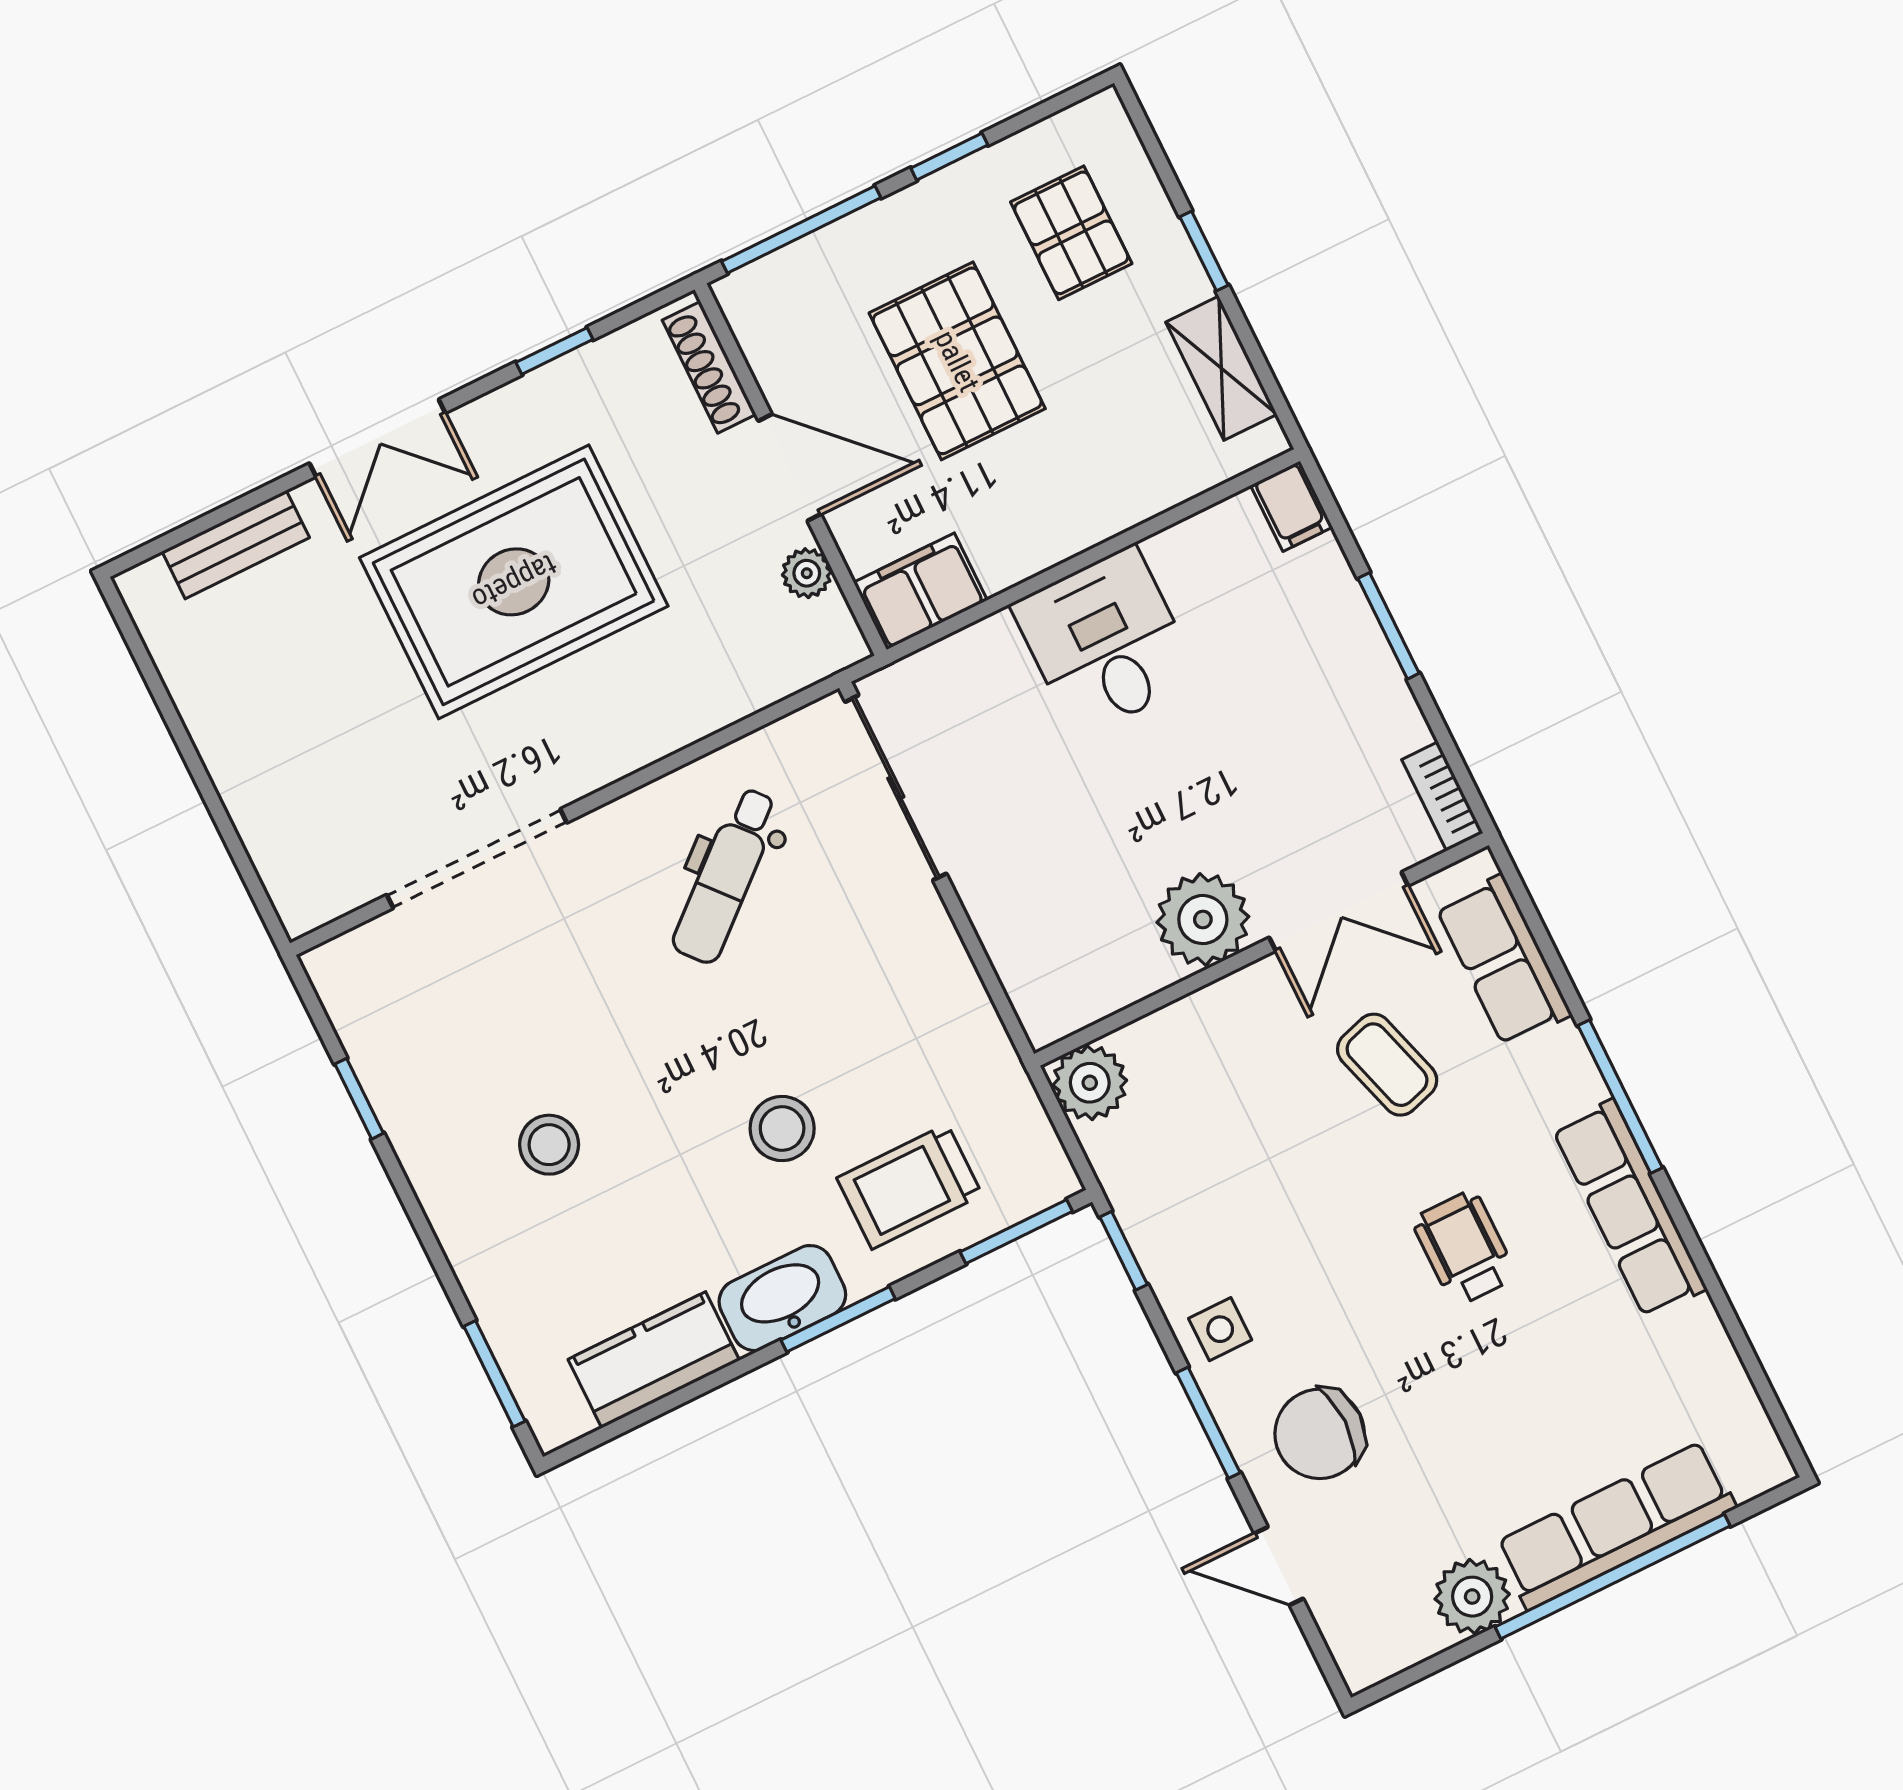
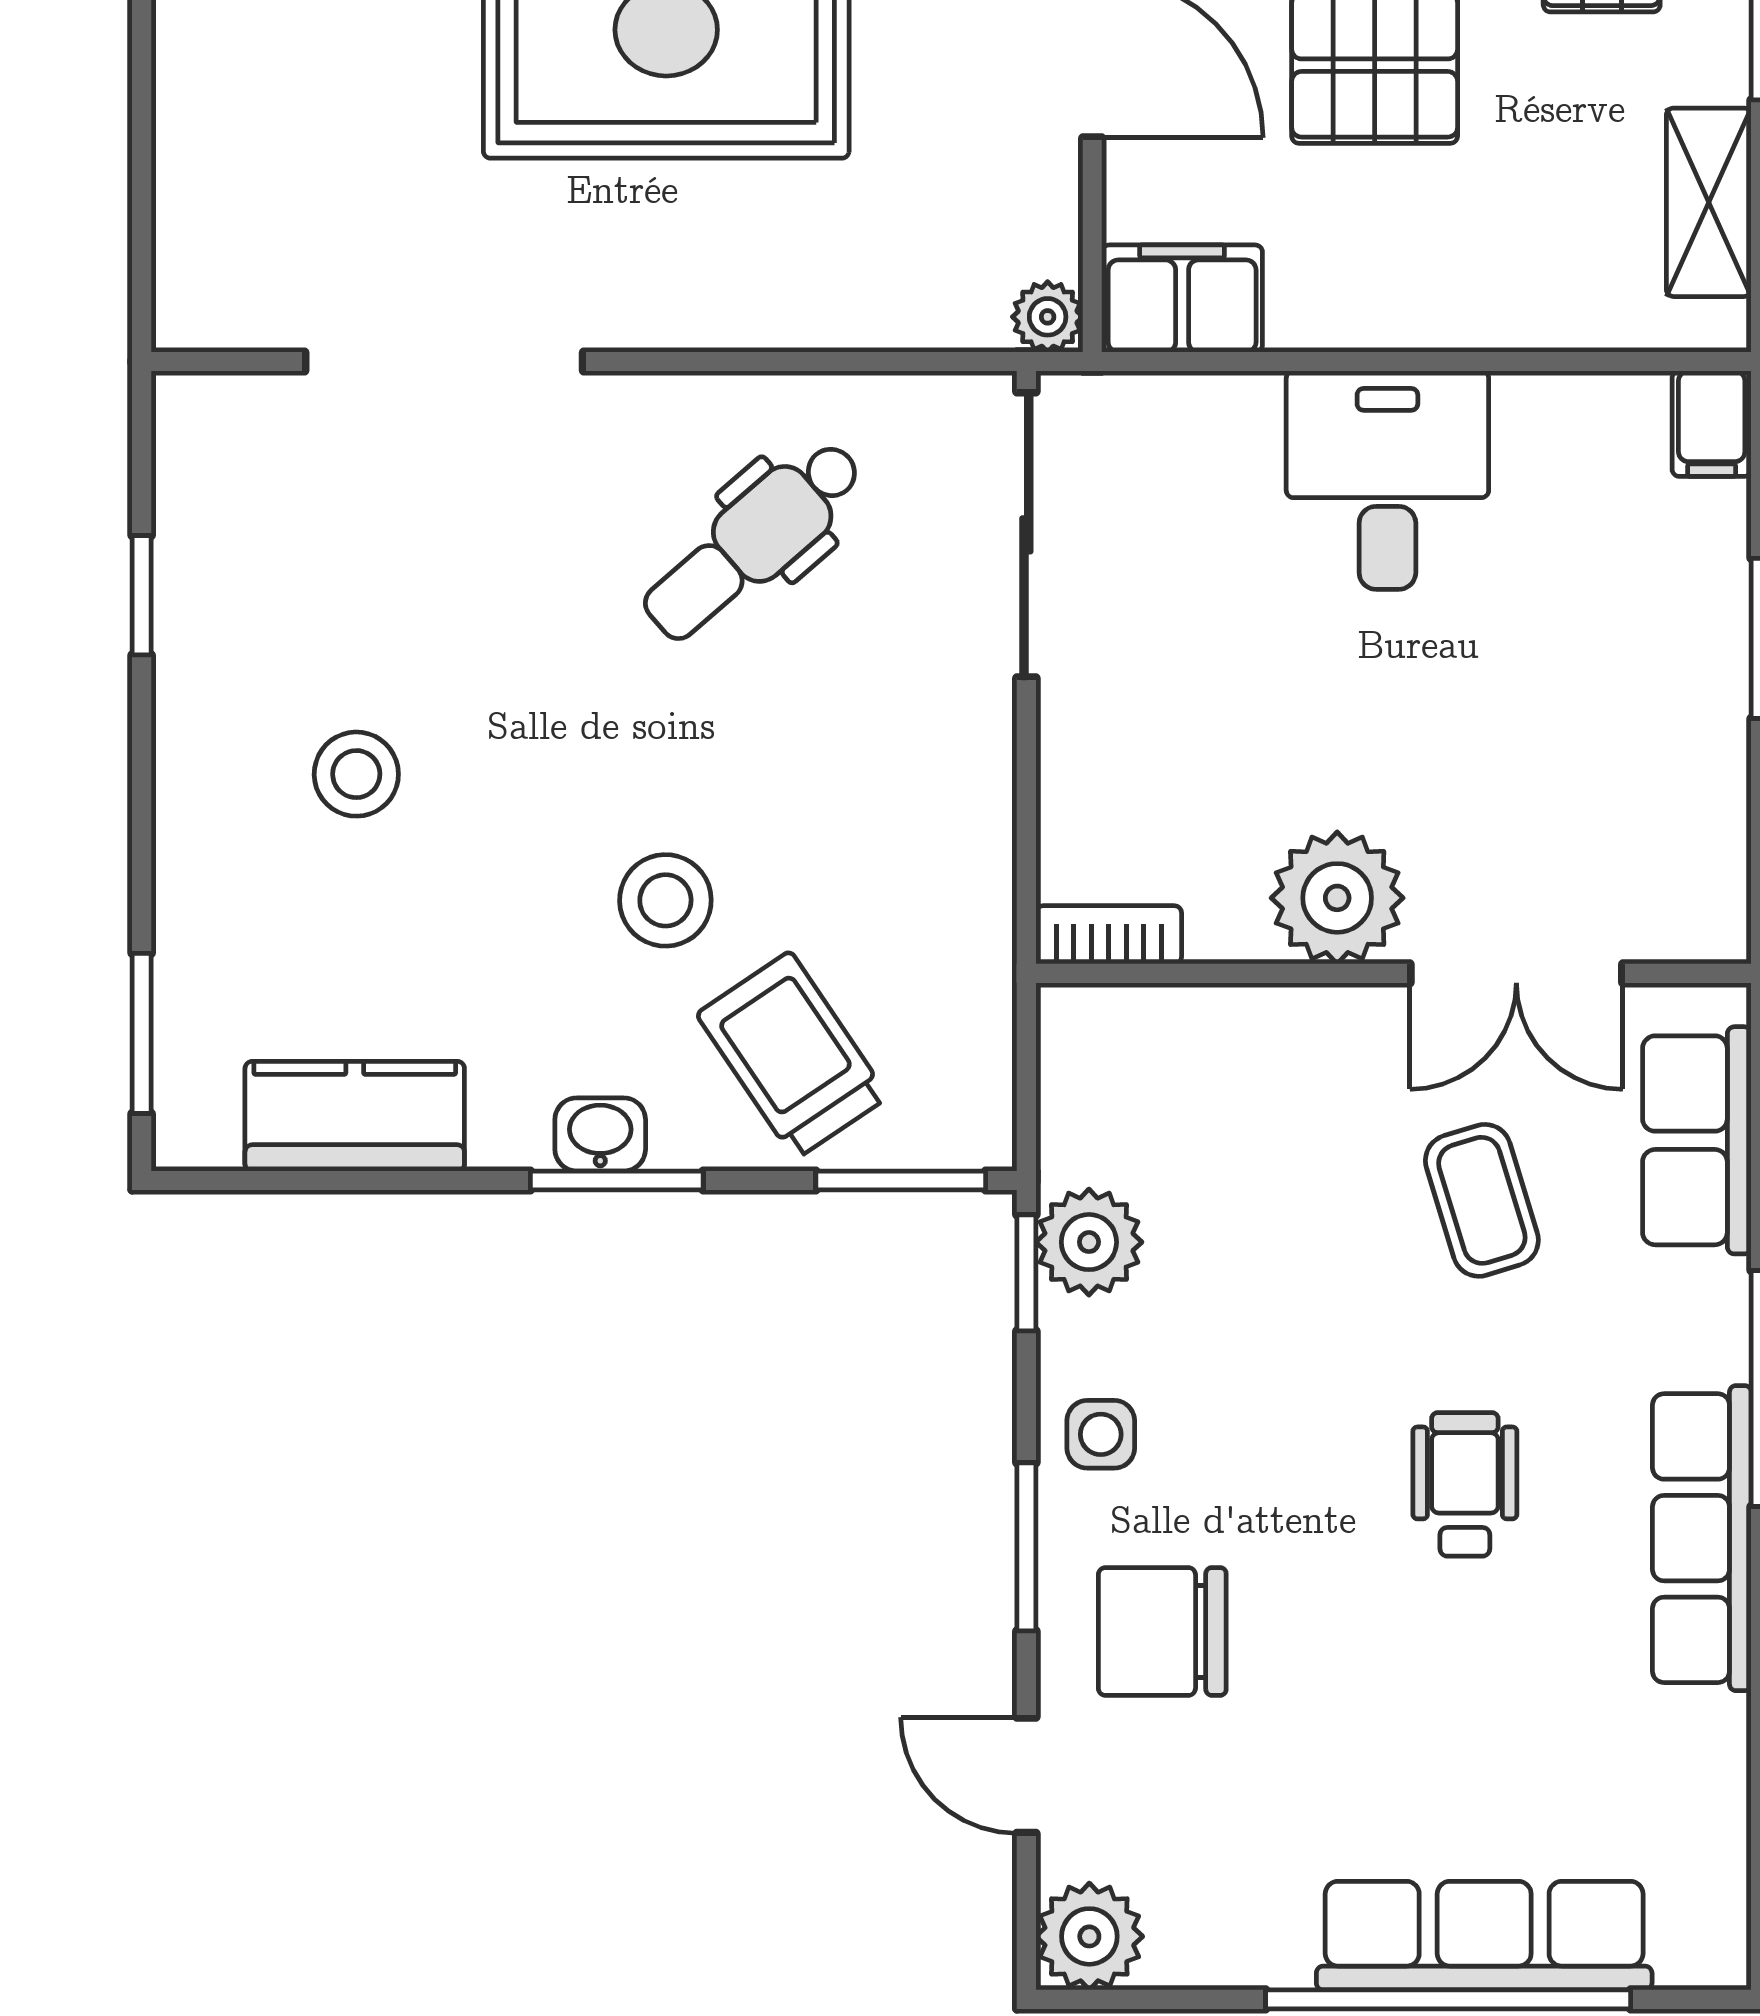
plant: (807, 573) -> (1048, 317), moved
bookcase: (1442, 796) -> (1109, 935), moved, turned 90
plant: (1090, 1083) -> (1089, 1242), moved
trolley: (910, 1187) -> (792, 1055), turned 56
washbasin: (782, 1298) -> (600, 1134), width x0.52, depth x0.69
plant: (1472, 1597) -> (1089, 1936), moved

